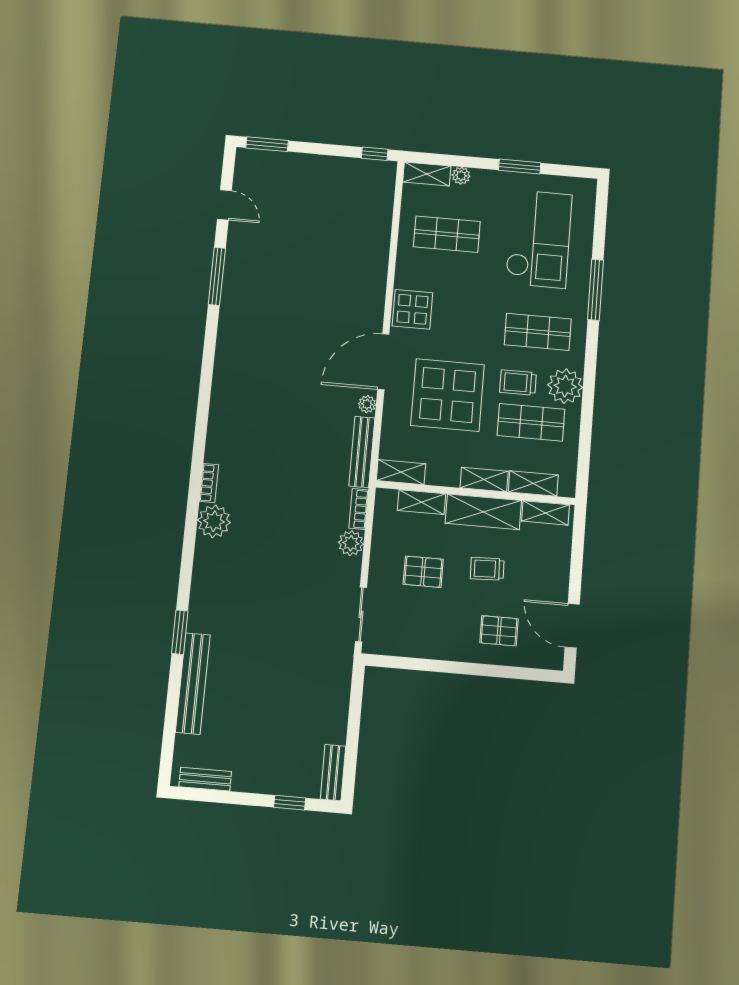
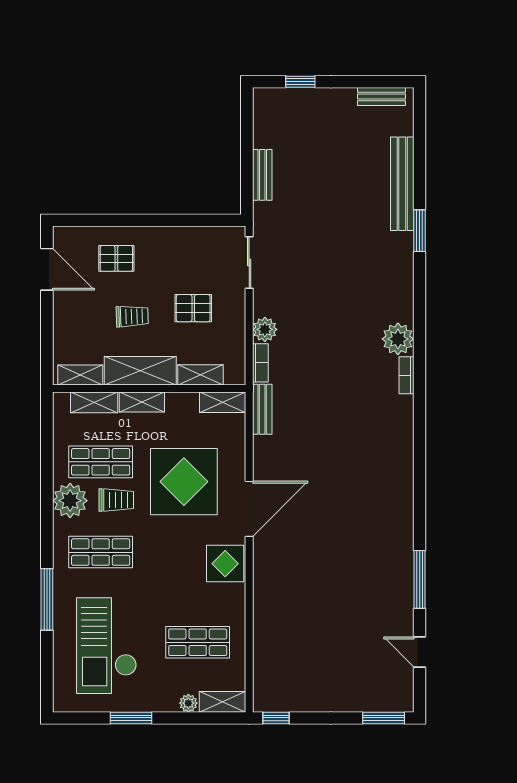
plant: (367, 404) -> (261, 466), removed
bench: (362, 452) -> (262, 409), width x0.73
bench: (333, 773) -> (262, 175), moved

